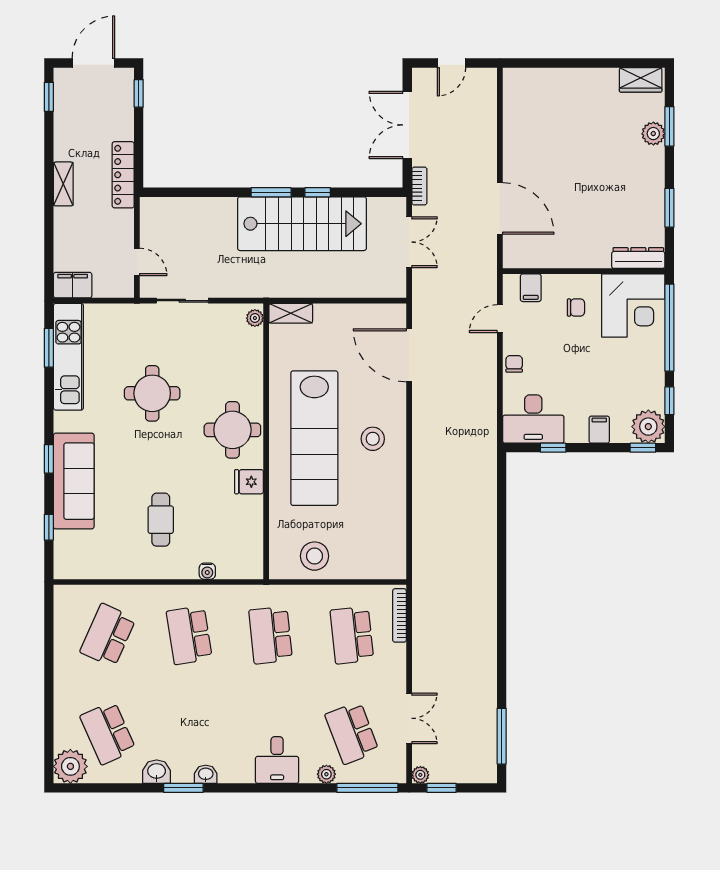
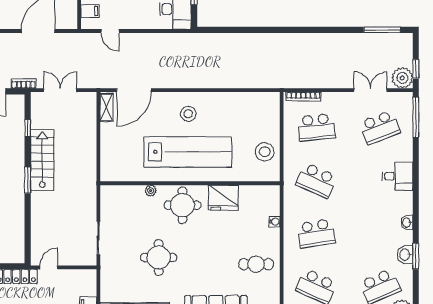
window: (318, 192) -> (28, 128), moved
stairs: (302, 224) -> (42, 160), width x0.73, depth x0.66
door: (137, 262) -> (49, 267), moved
shelving: (291, 313) -> (106, 107), moved
plant: (255, 318) -> (151, 191), moved
chair: (514, 364) -> (140, 22), removed
fridge: (249, 482) -> (223, 198), width x1.88, depth x1.34
cafe table: (161, 520) -> (256, 264), moved
school desk: (271, 635) -> (316, 180), turned 30
plant: (326, 774) -> (407, 144), removed
plant: (420, 775) -> (402, 78), width x1.88, depth x1.88
window: (183, 788) -> (416, 256), moved

